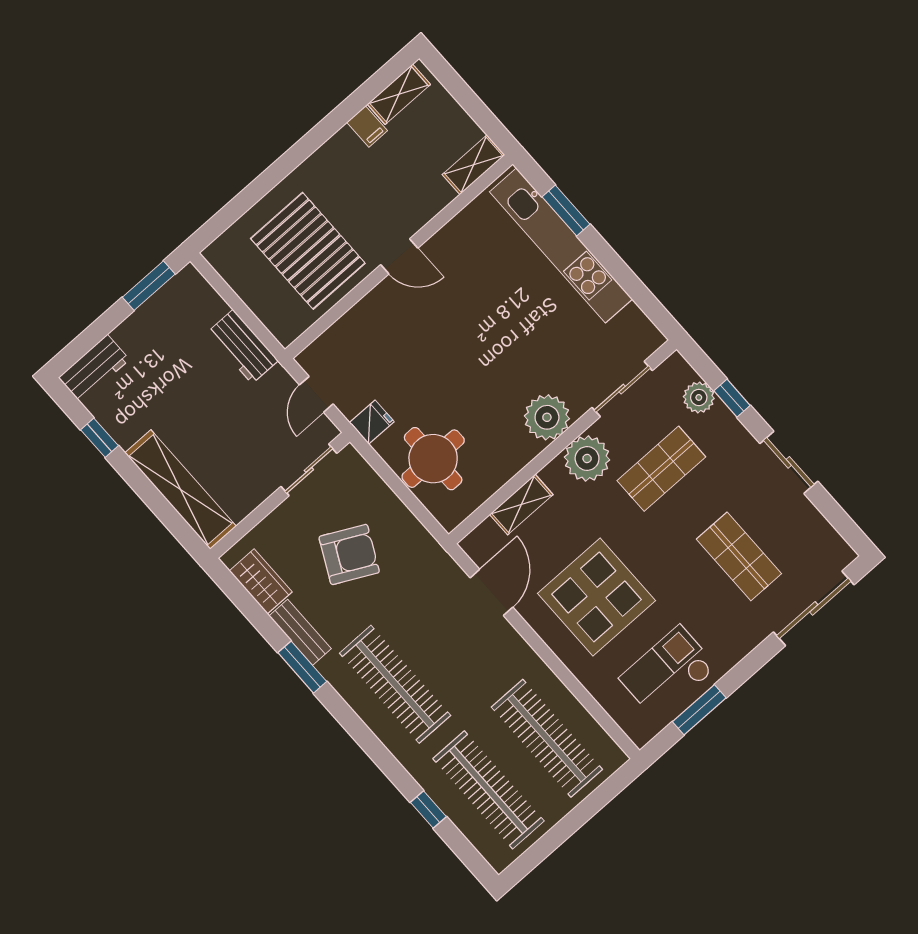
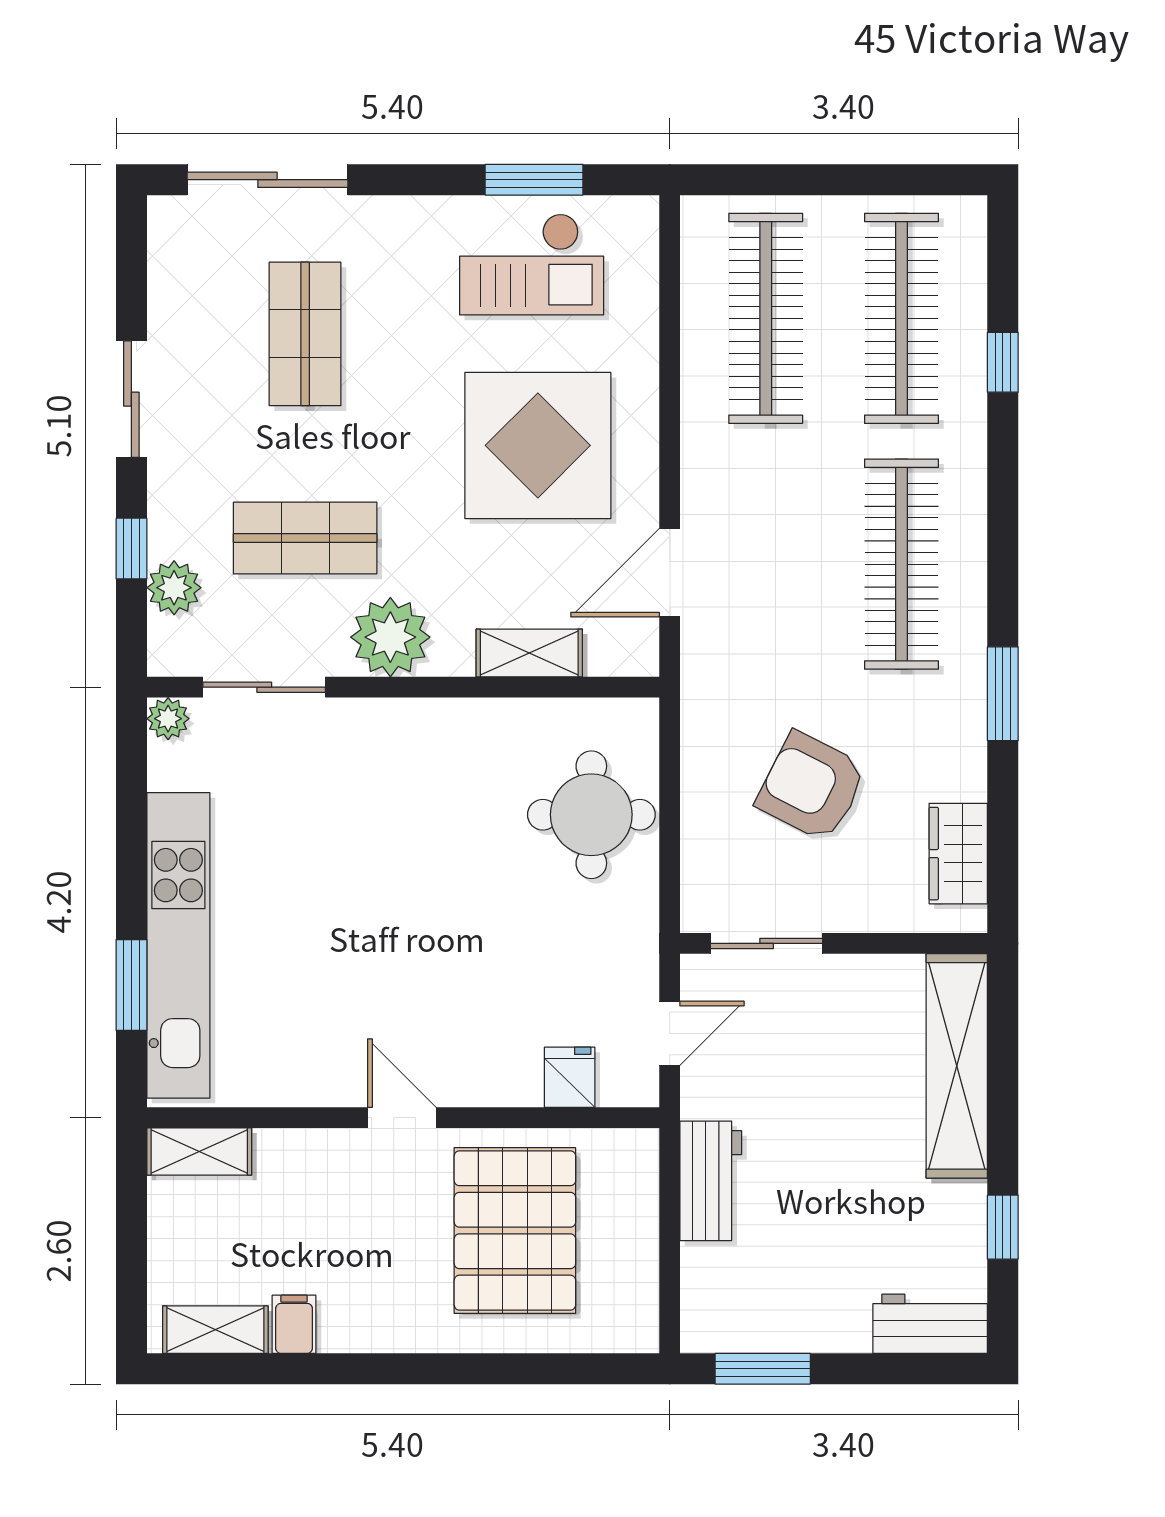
plant: (547, 417) -> (168, 719), moved, width x0.53, depth x0.53
fridge: (372, 422) -> (570, 1077), moved, turned 90
bench: (300, 632) -> (965, 742), removed

